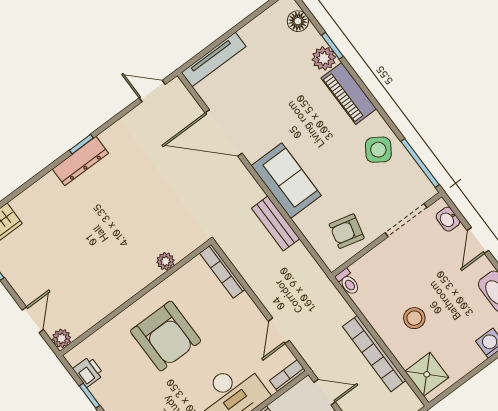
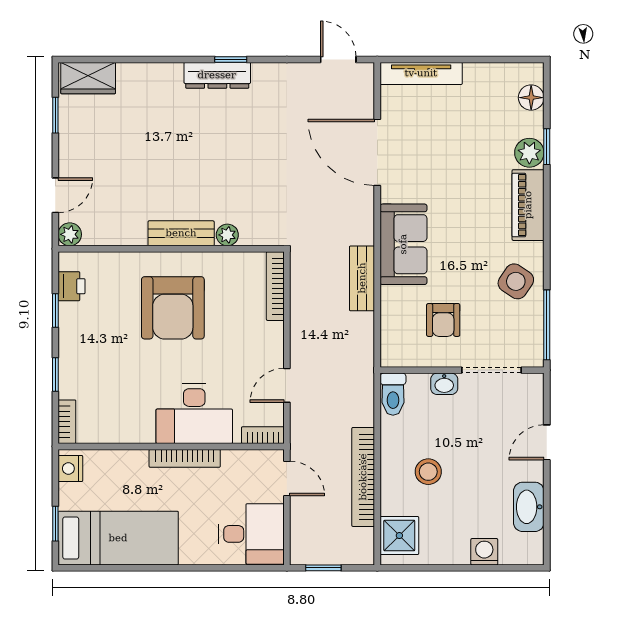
washbasin: (448, 219) -> (444, 384), moved, turned -90
armchair: (347, 231) -> (443, 320), moved, turned -104
toilet: (348, 282) -> (393, 394), width x1.37, depth x1.39
bench: (134, 283) -> (181, 233), added

